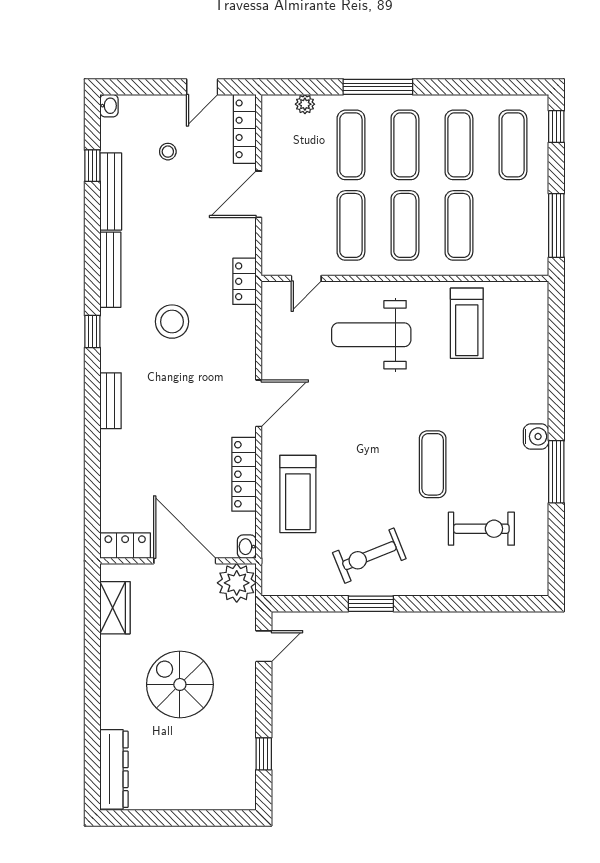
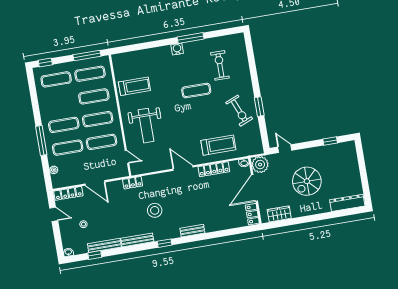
exercise mat: (459, 145) -> (90, 74), moved

